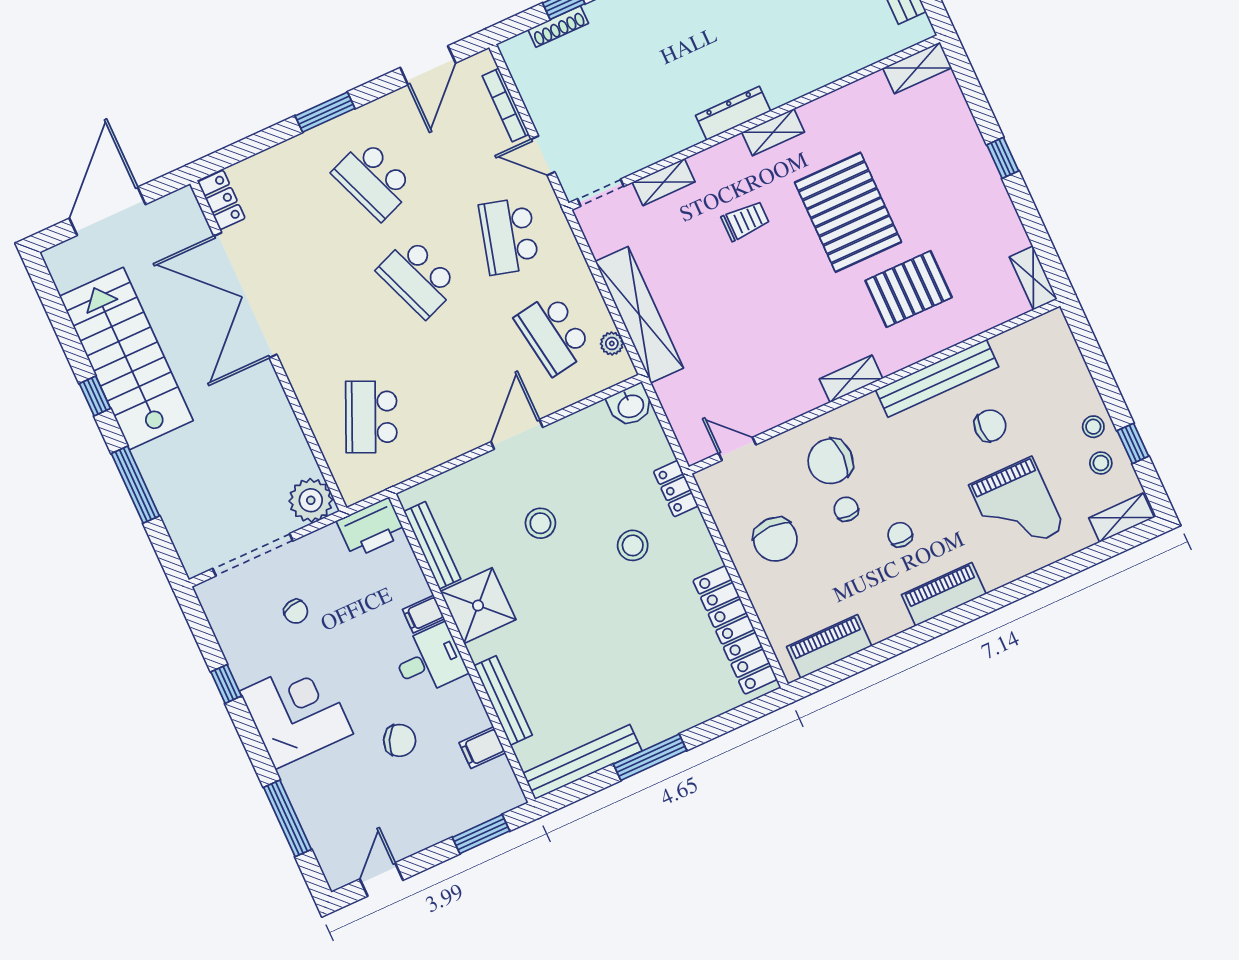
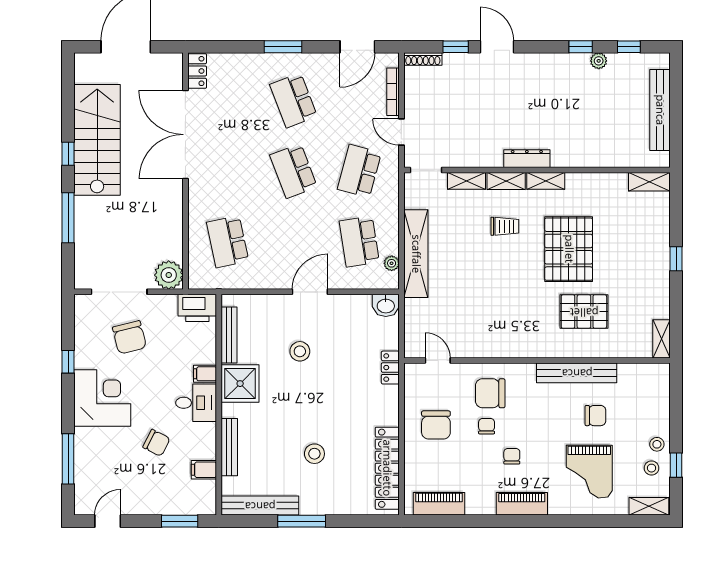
shoe rack: (558, 27) -> (423, 59), moved
shelving: (851, 379) -> (506, 181), moved
school desk: (371, 417) -> (228, 242), turned -36
stool: (633, 545) -> (314, 454), moved
chair: (296, 611) -> (129, 337), width x1.87, depth x1.87

